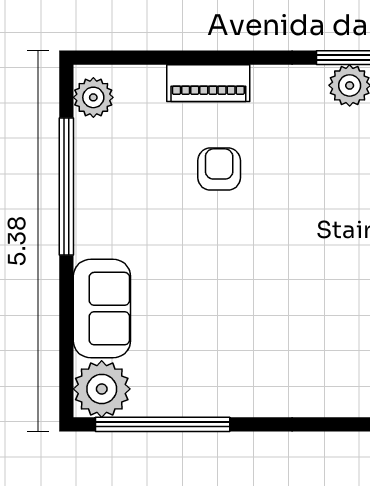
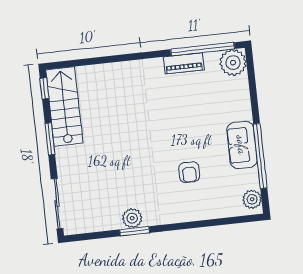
piano: (208, 83) -> (184, 63), moved, turned 180
sofa: (102, 309) -> (242, 145), moved

